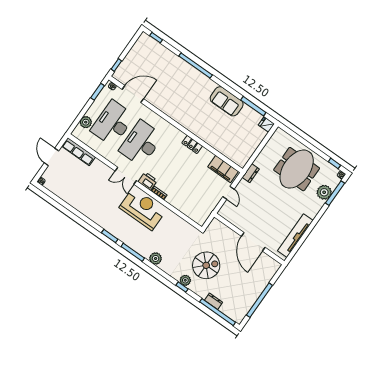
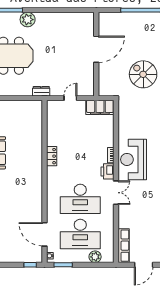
filing cabinet: (223, 169) -> (100, 107), moved, turned 90
plant: (324, 192) -> (28, 20), moved
tv unit: (295, 236) -> (67, 18), removed

